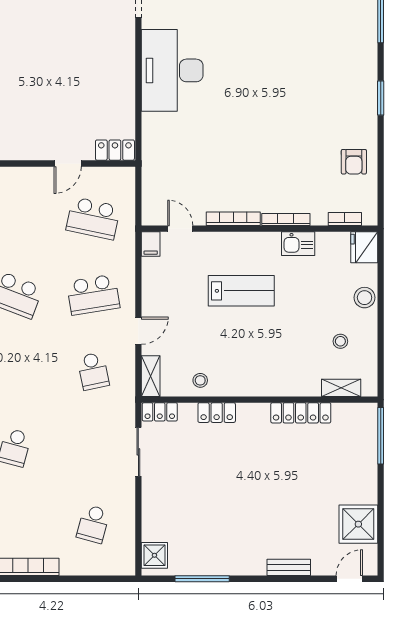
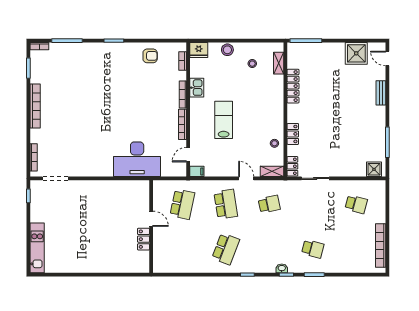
desk: (172, 70) -> (137, 159), moved
locker: (115, 150) -> (143, 239), moved

